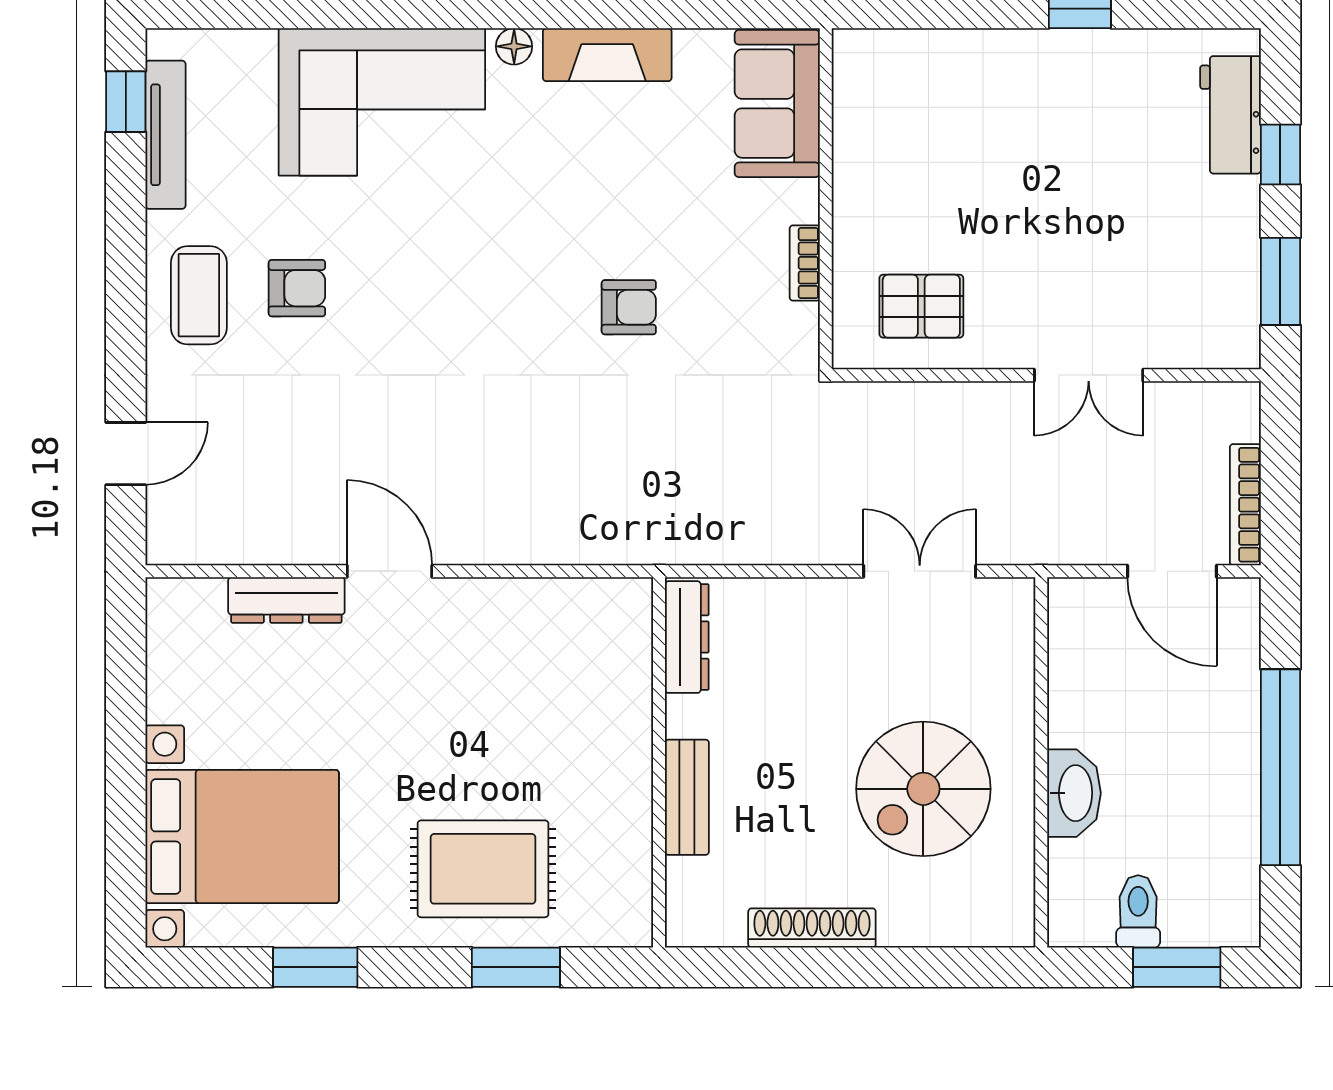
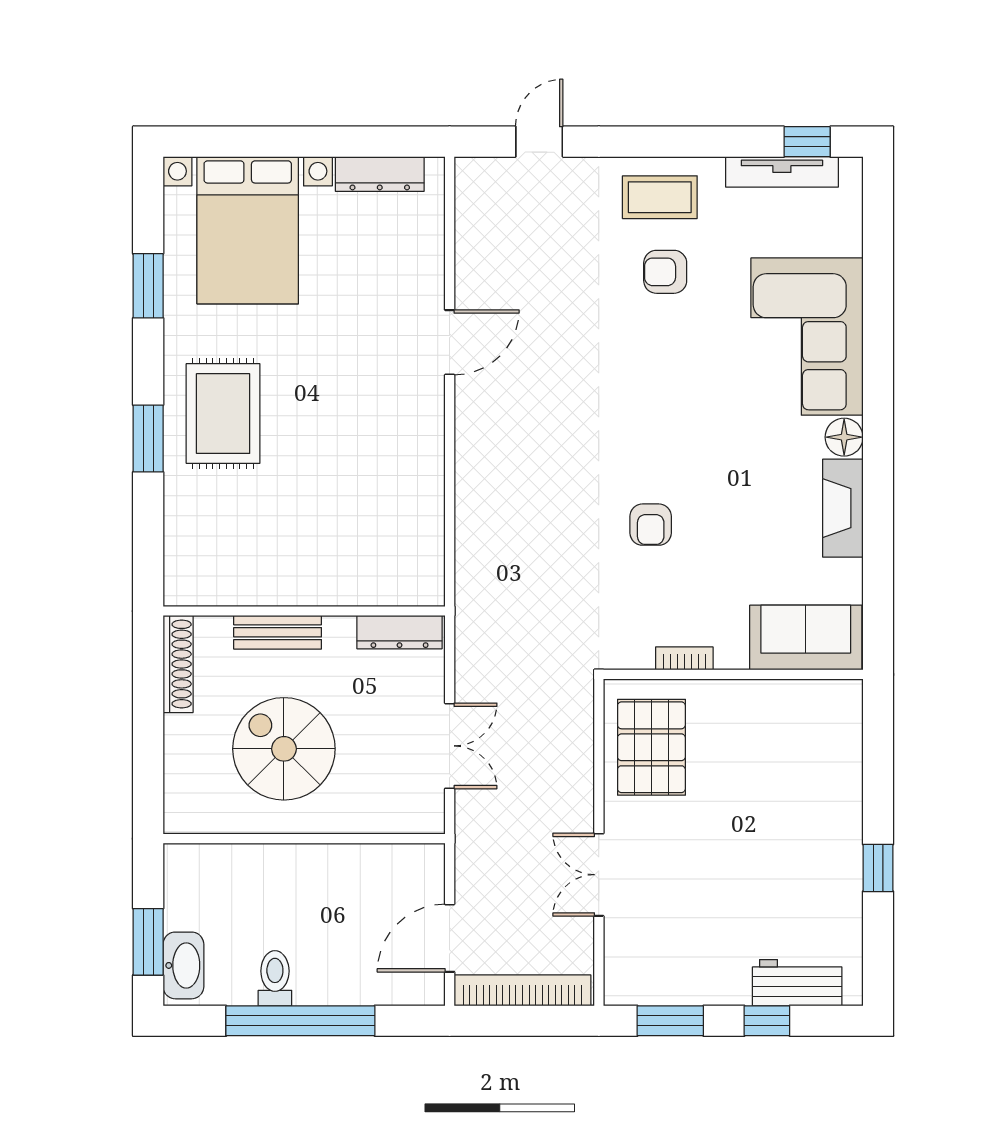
floor lamp: (514, 46) -> (844, 437), width x1.37, depth x1.37
armchair: (297, 288) -> (665, 272), turned 90
pallet: (921, 306) -> (651, 747), width x1.50, depth x1.42
door: (126, 454) -> (539, 142), swing flipped
bookcase: (1245, 505) -> (522, 990), width x1.48, depth x1.31
dresser: (286, 600) -> (380, 174), moved, turned -90
dresser: (687, 637) -> (400, 632), moved
wall: (659, 762) -> (304, 611), moved
washbasin: (1074, 793) -> (183, 965), moved, turned -90
bench: (687, 797) -> (278, 632), moved
toilet: (1138, 911) -> (275, 978), moved, turned -90

